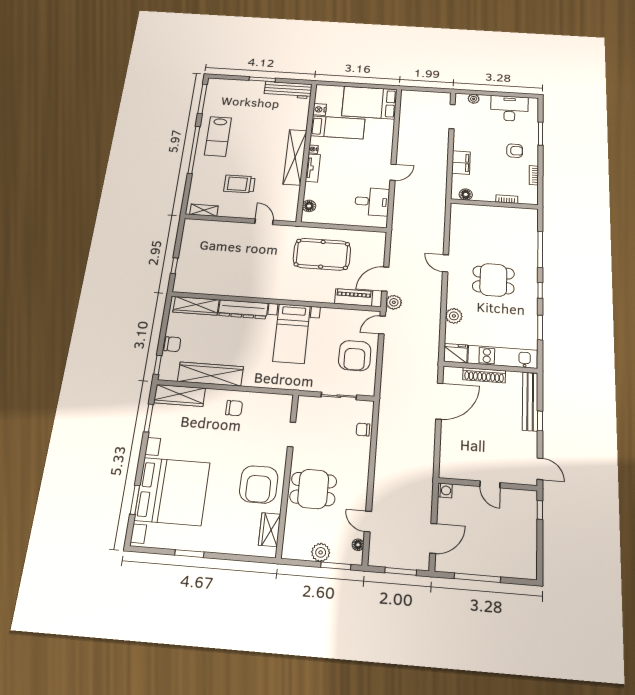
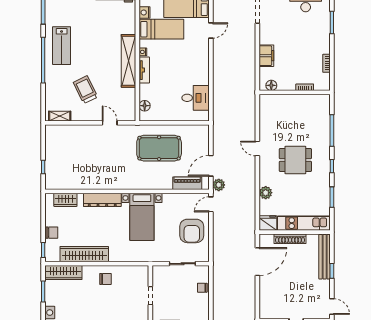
armchair: (515, 151) -> (311, 41), removed
door: (393, 172) -> (211, 30), moved
trolley: (239, 184) -> (85, 90), turned 64
wardrobe: (196, 306) -> (65, 200), width x0.67

